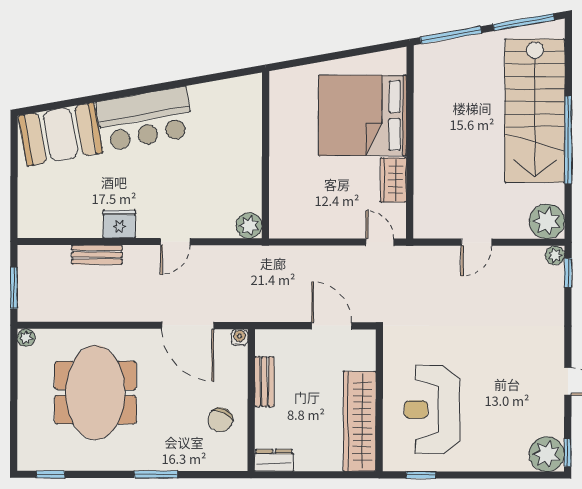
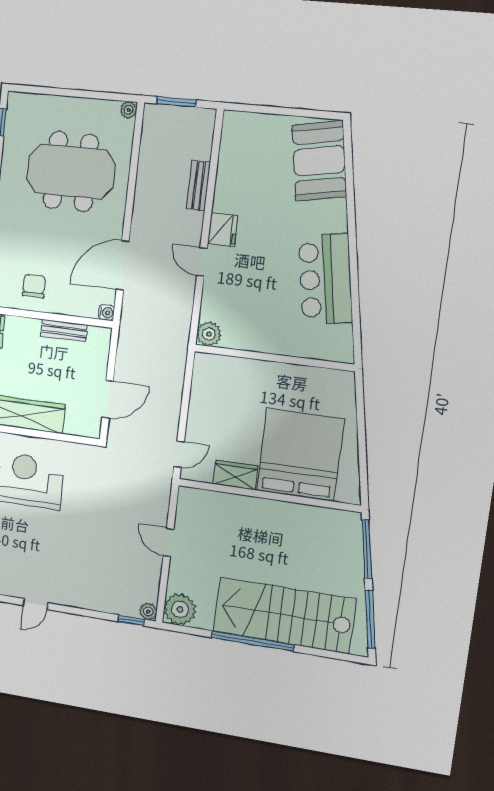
bar counter: (145, 119) -> (325, 279), moved
fridge: (119, 224) -> (223, 230), moved
chair: (220, 420) -> (34, 286), turned 64

